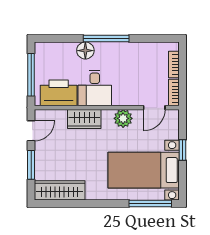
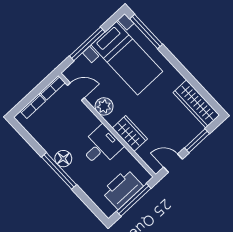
floor lamp: (85, 51) -> (63, 159), moved
printer: (59, 93) -> (122, 189), moved, turned 90
window: (183, 150) -> (87, 44), width x2.17

